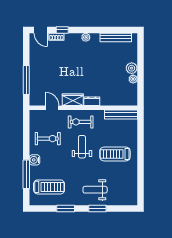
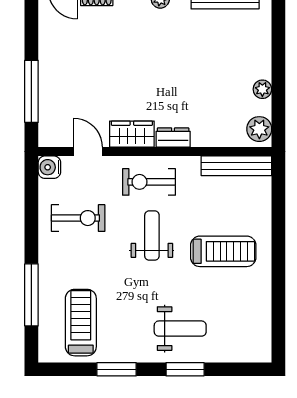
plant: (132, 68) -> (259, 129), moved
treadmill: (115, 154) -> (223, 251), turned 180
water cooler: (35, 160) -> (49, 167), moved
treadmill: (49, 187) -> (81, 323), turned -90
weight bench: (95, 190) -> (180, 329), turned 180

